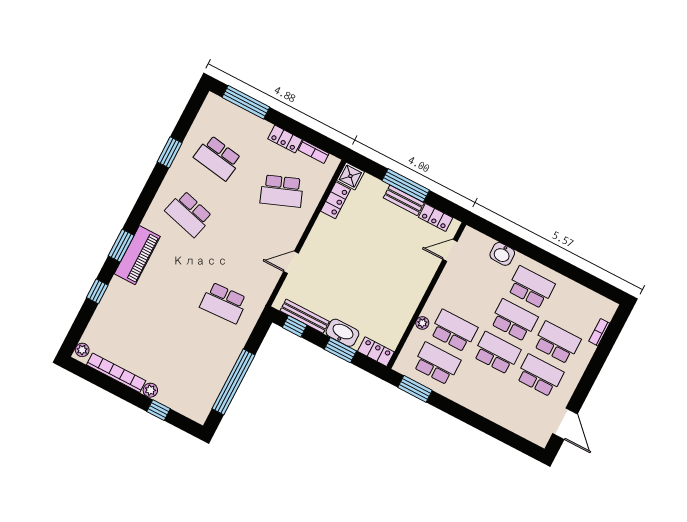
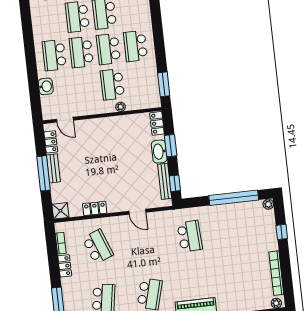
locker: (336, 200) -> (95, 208), moved
school desk: (437, 364) -> (135, 46), moved
plant: (150, 390) -> (268, 204), moved

